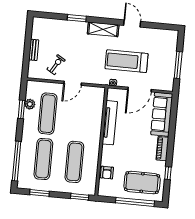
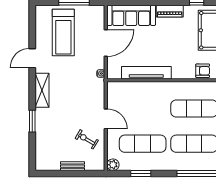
treadmill: (127, 61) -> (63, 32), moved
door: (140, 90) -> (106, 43), hinge flipped
plant: (30, 104) -> (113, 165), moved

